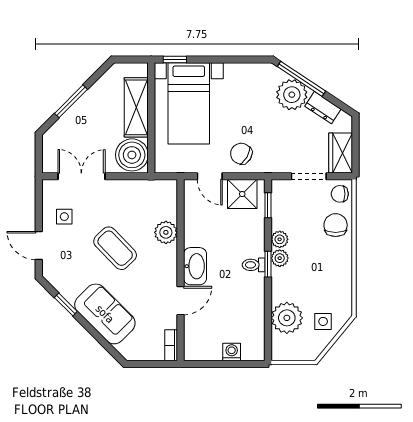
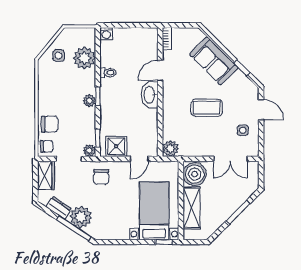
chair: (241, 154) -> (101, 177), moved, turned 60
door: (210, 176) -> (139, 159), swing flipped
chair: (336, 225) -> (50, 124), turned -90
plant: (166, 232) -> (170, 149), moved
plant: (280, 239) -> (89, 151), moved
coffee table: (115, 248) -> (207, 108), turned -46
toilet: (254, 265) -> (108, 73), moved
washing machine: (232, 352) -> (106, 34), moved

